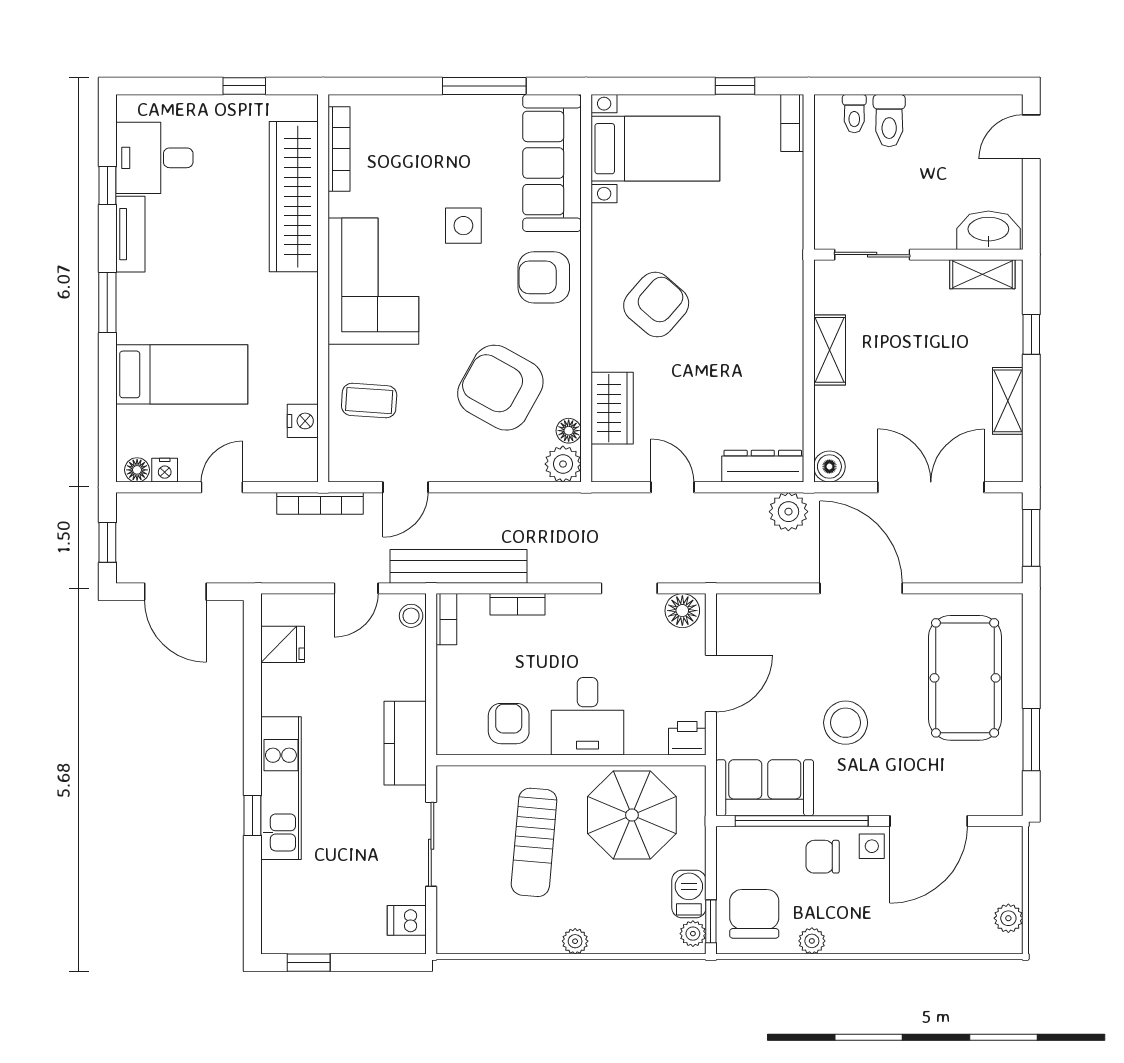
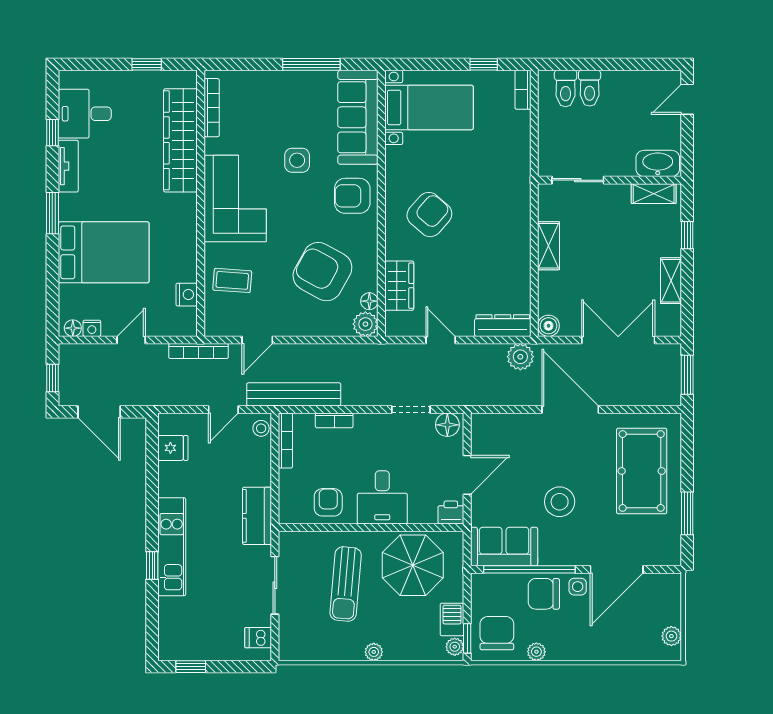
toilet: (854, 114) -> (566, 89), width x1.37, depth x1.39
bed: (182, 374) -> (104, 252), width x1.50
bookcase: (446, 619) -> (285, 441), width x1.56
chair: (823, 857) -> (544, 594), width x1.37, depth x1.37

